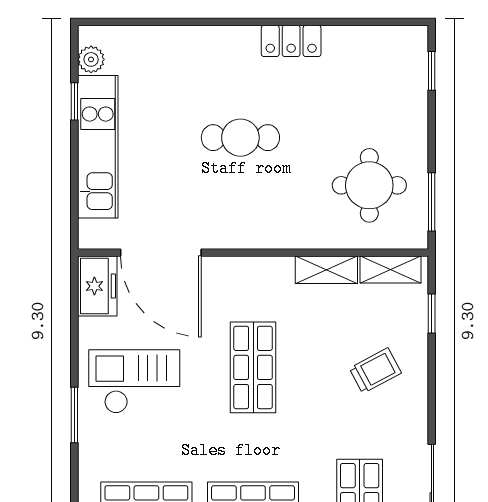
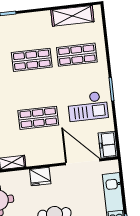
fridge: (264, 230) -> (40, 177), added
shop shelf: (253, 367) -> (38, 118), turned 90

